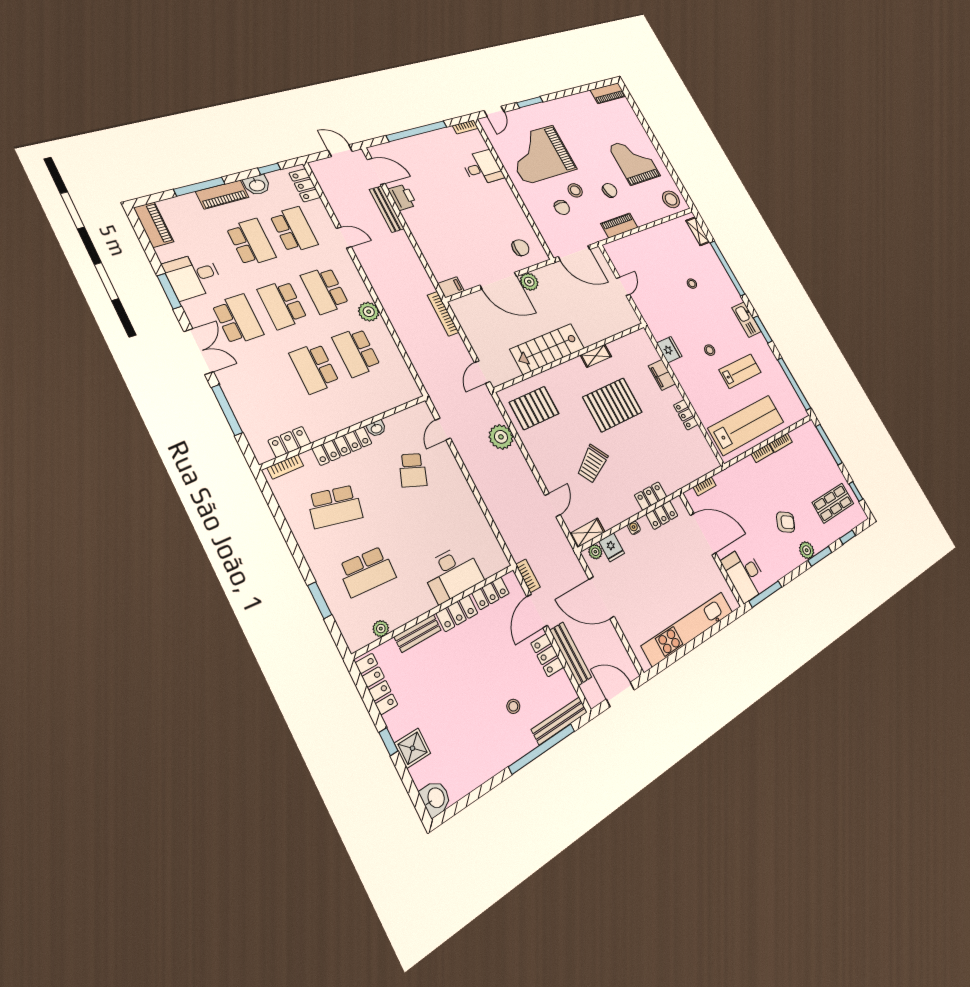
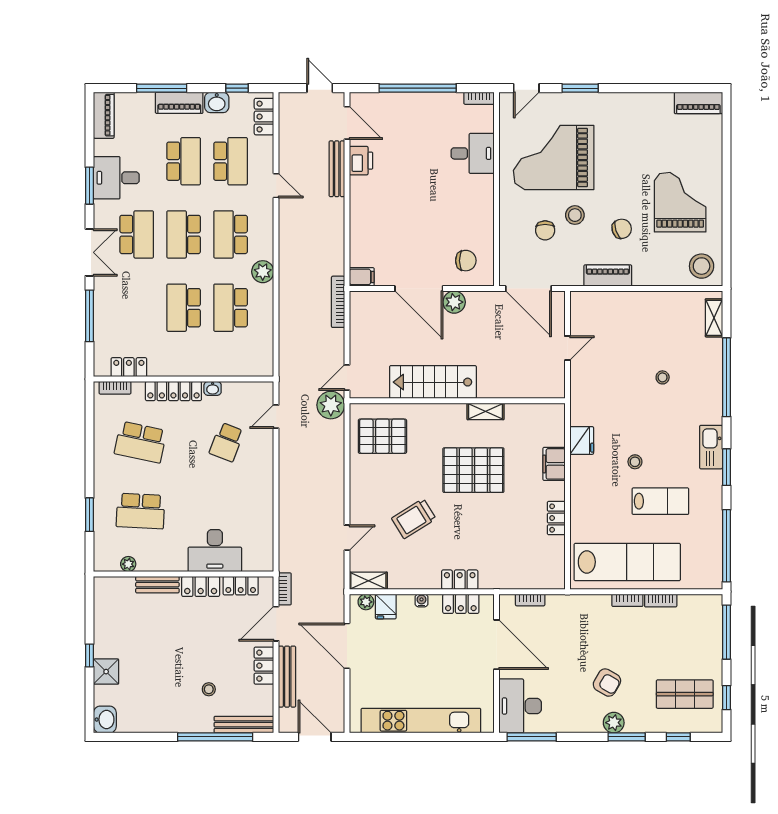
plant: (501, 437) -> (331, 405), moved
locker: (376, 684) -> (102, 606), removed

